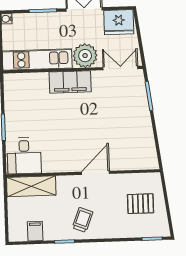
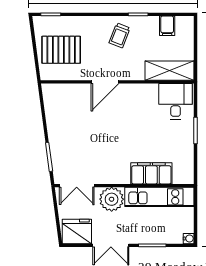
filing cabinet: (70, 82) -> (151, 173), moved
pallet: (141, 204) -> (61, 50), width x1.50, depth x1.42

